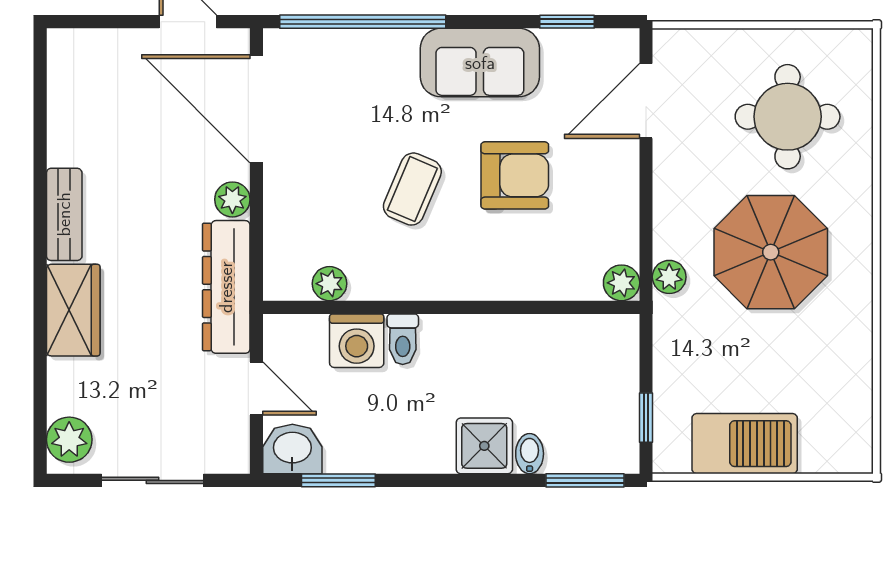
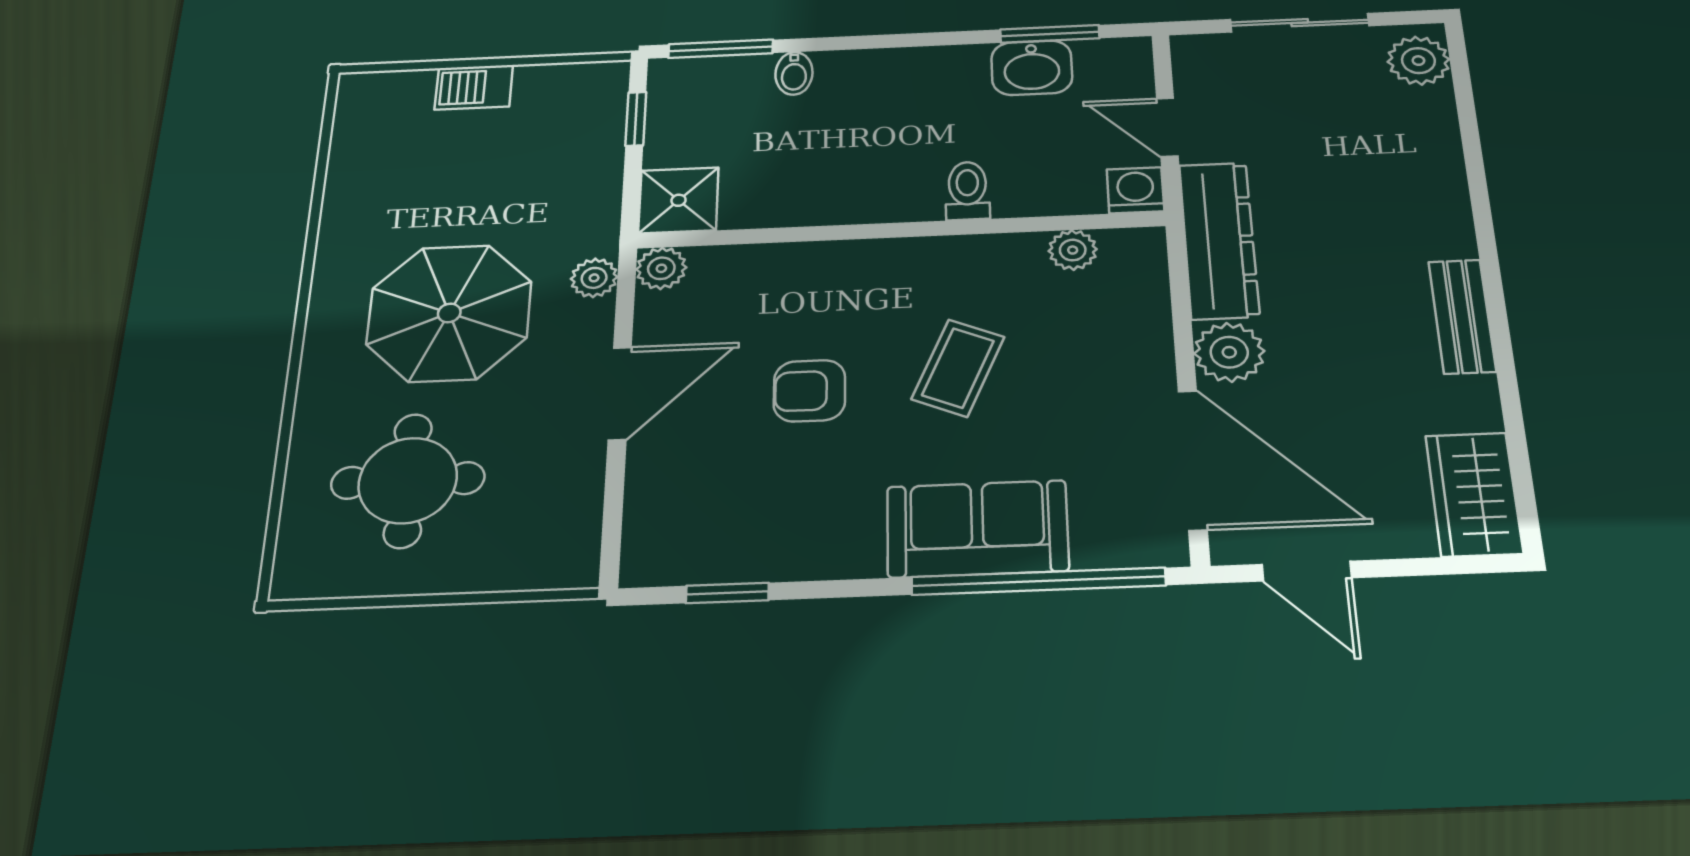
sofa: (480, 63) -> (977, 529), moved
door: (646, 101) -> (620, 393), moved
armchair: (515, 175) -> (809, 391), width x0.72, depth x0.72
plant: (232, 199) -> (1229, 352), width x1.38, depth x1.38
wardrobe: (73, 310) -> (1474, 494), moved
washing machine: (357, 341) -> (1135, 190), moved, width x0.73, depth x0.73
barbecue: (745, 444) -> (474, 87), width x0.53, depth x0.65
shower: (484, 446) -> (679, 200), moved
washbasin: (292, 449) -> (1032, 68), moved

